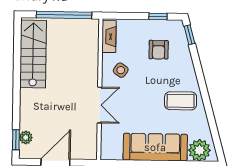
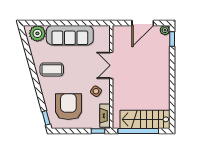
window: (158, 16) -> (98, 131), moved
armchair: (159, 50) -> (68, 107), width x1.88, depth x1.88
stairs: (33, 54) -> (145, 119), moved, turned 90
plant: (26, 137) -> (165, 30), moved

